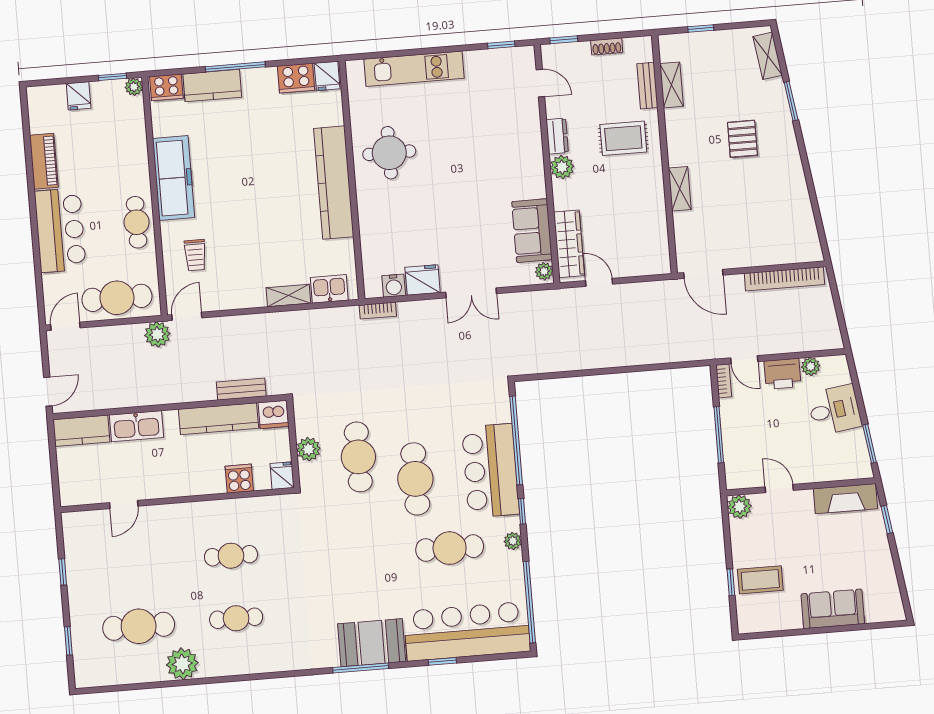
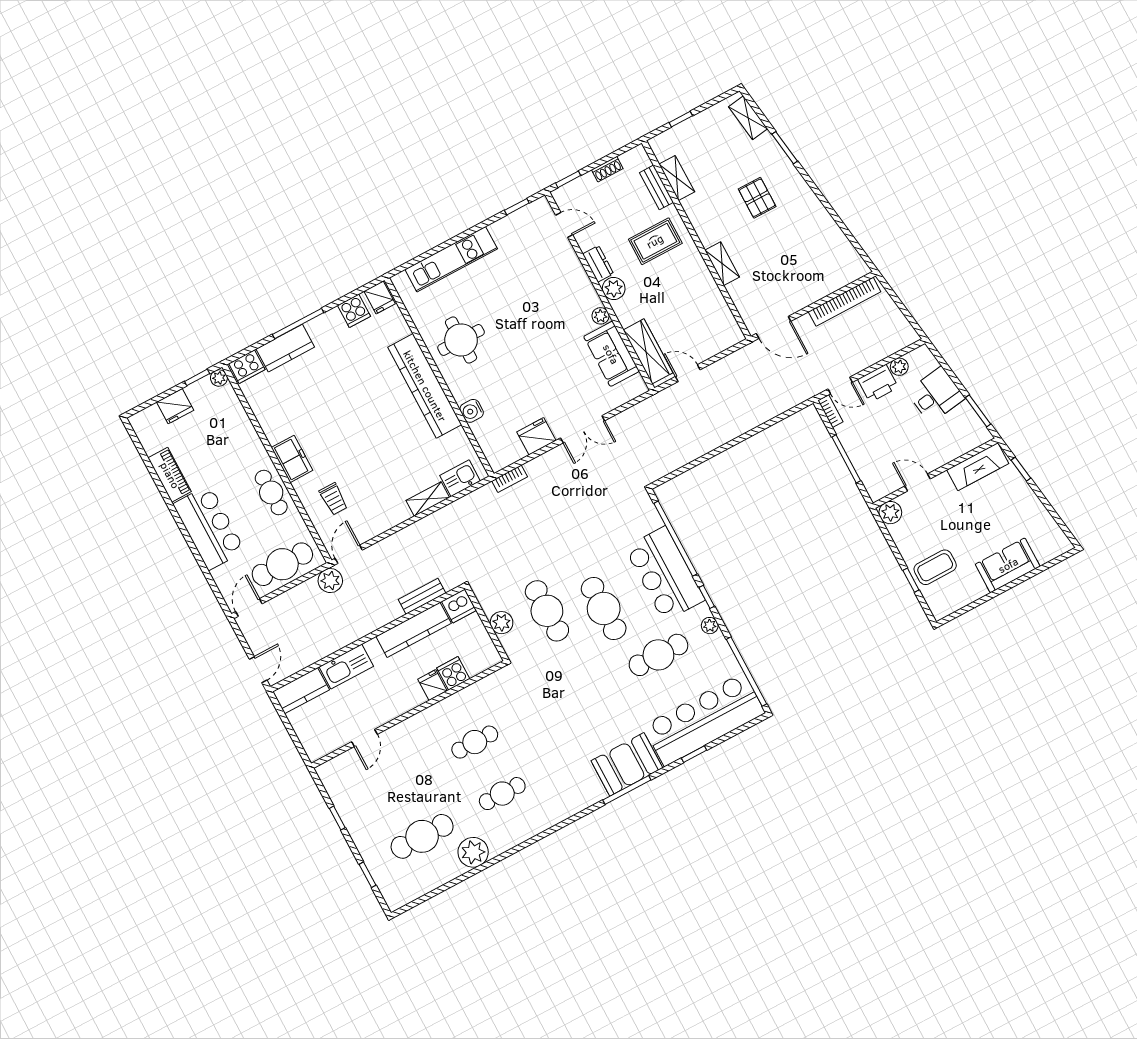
cooker: (296, 78) -> (354, 311), width x0.73
fridge: (79, 96) -> (175, 406), width x1.38
freezer: (174, 178) -> (292, 459), width x0.52, depth x0.79
plant: (544, 271) -> (600, 316), moved
water cooler: (394, 286) -> (472, 411), moved, turned 90
fridge: (282, 476) -> (432, 685), moved

